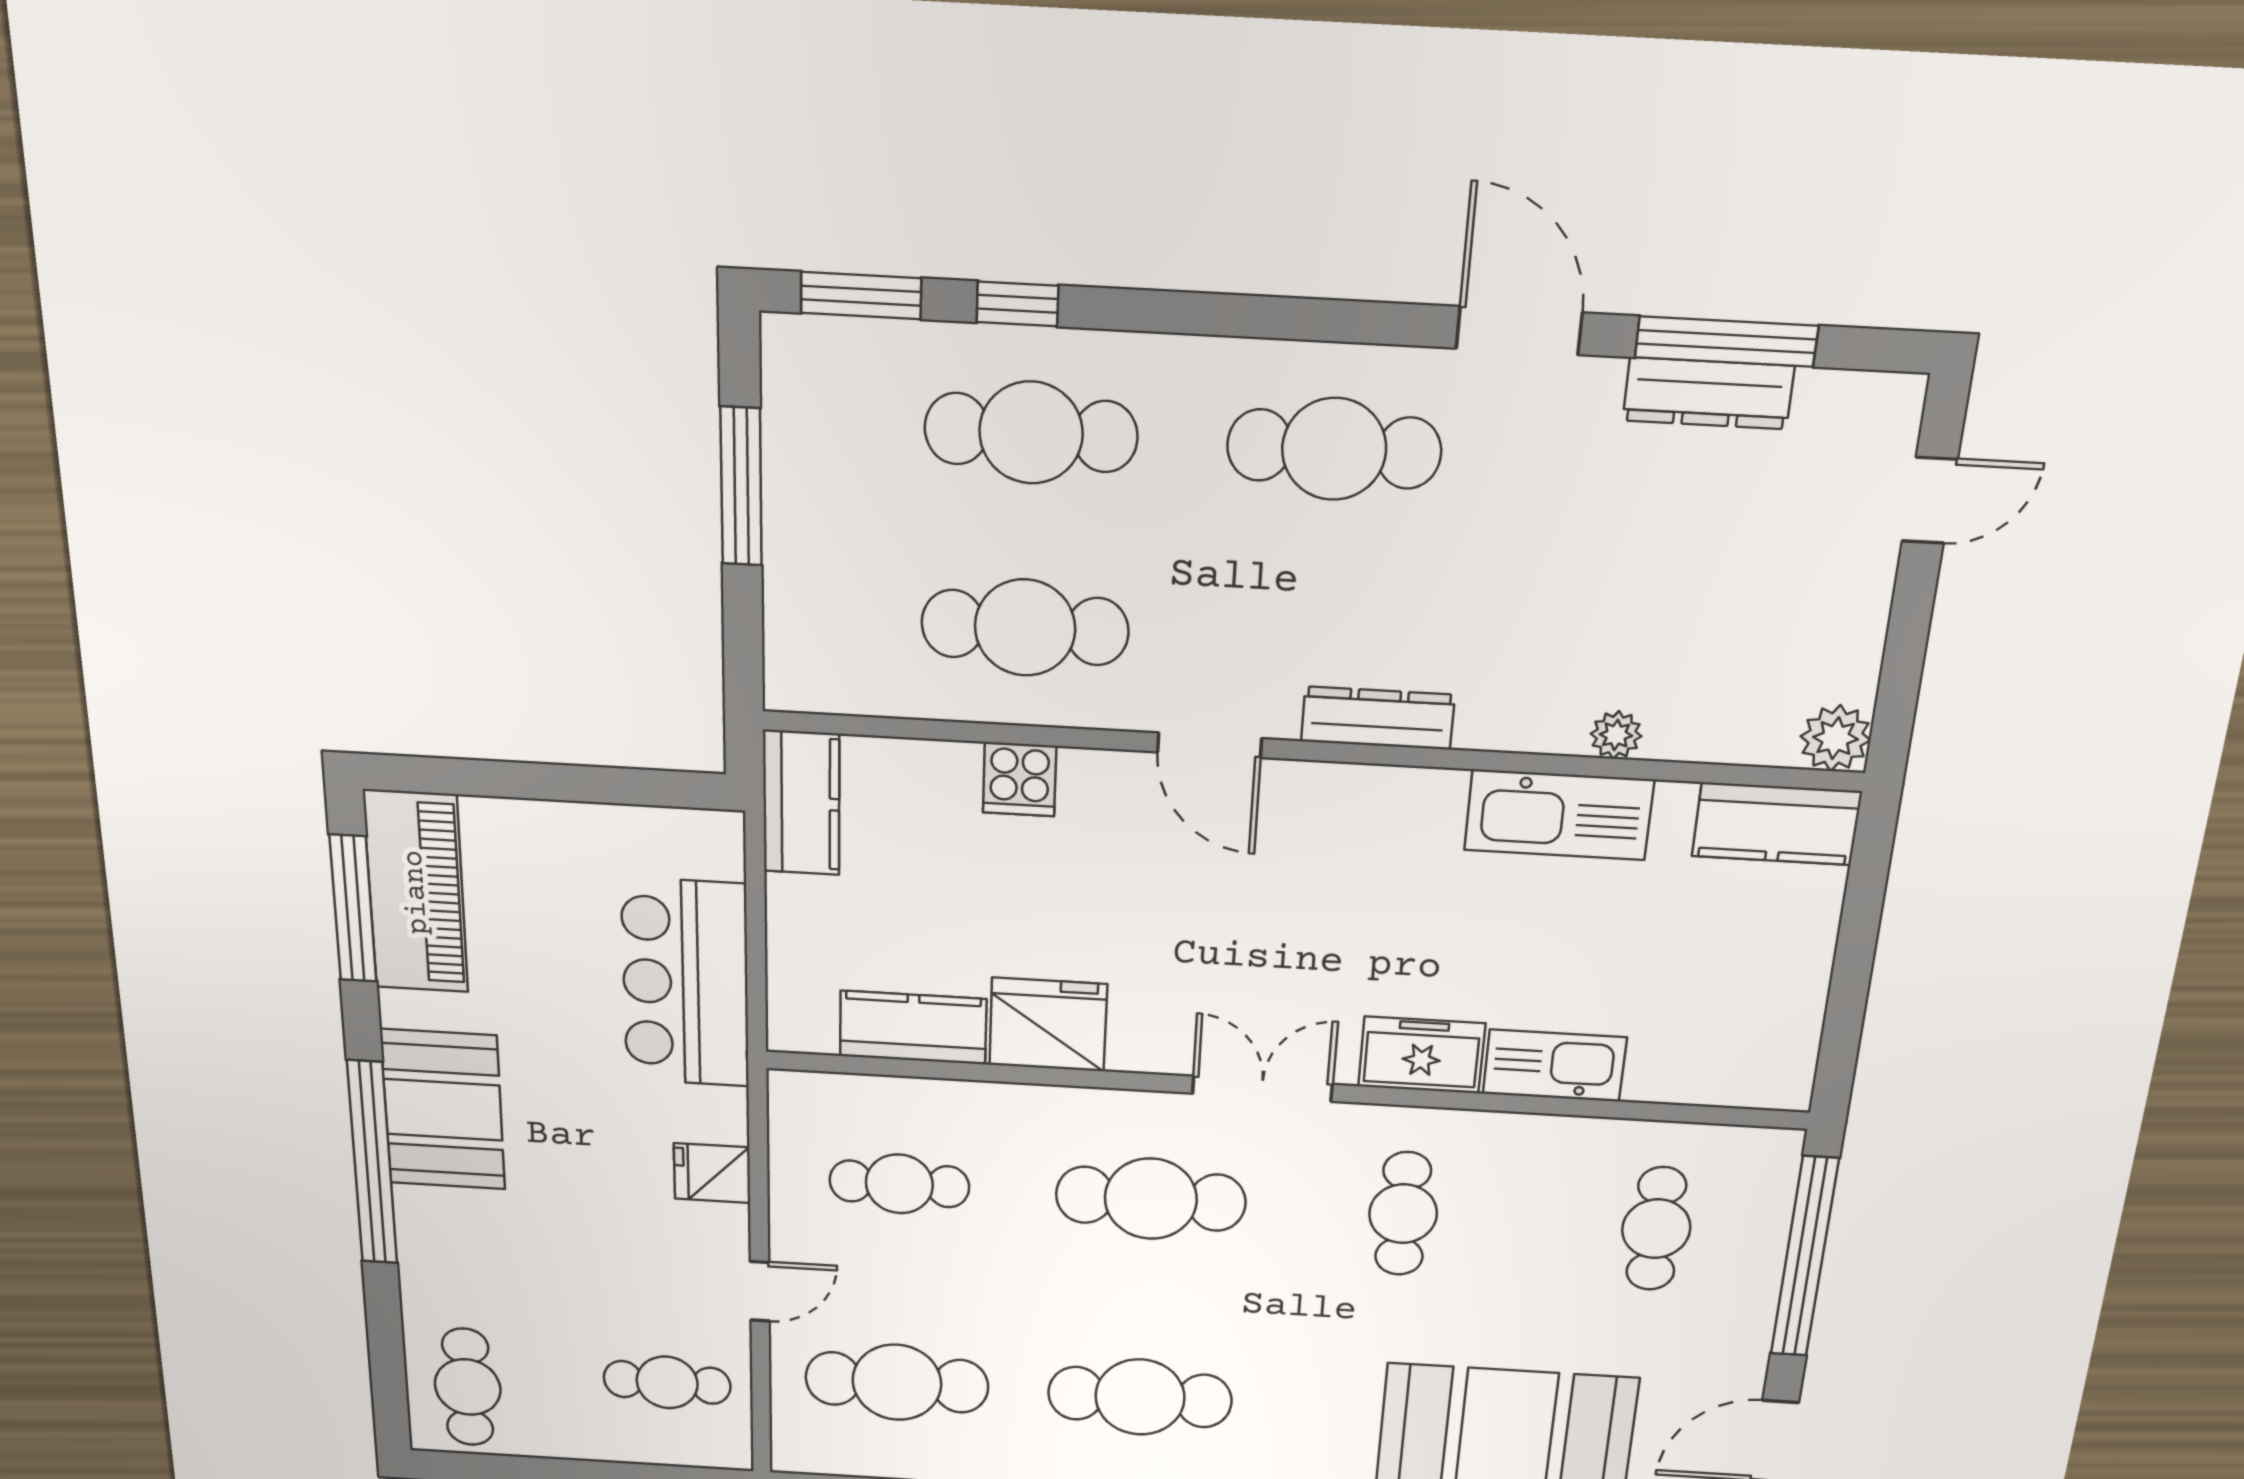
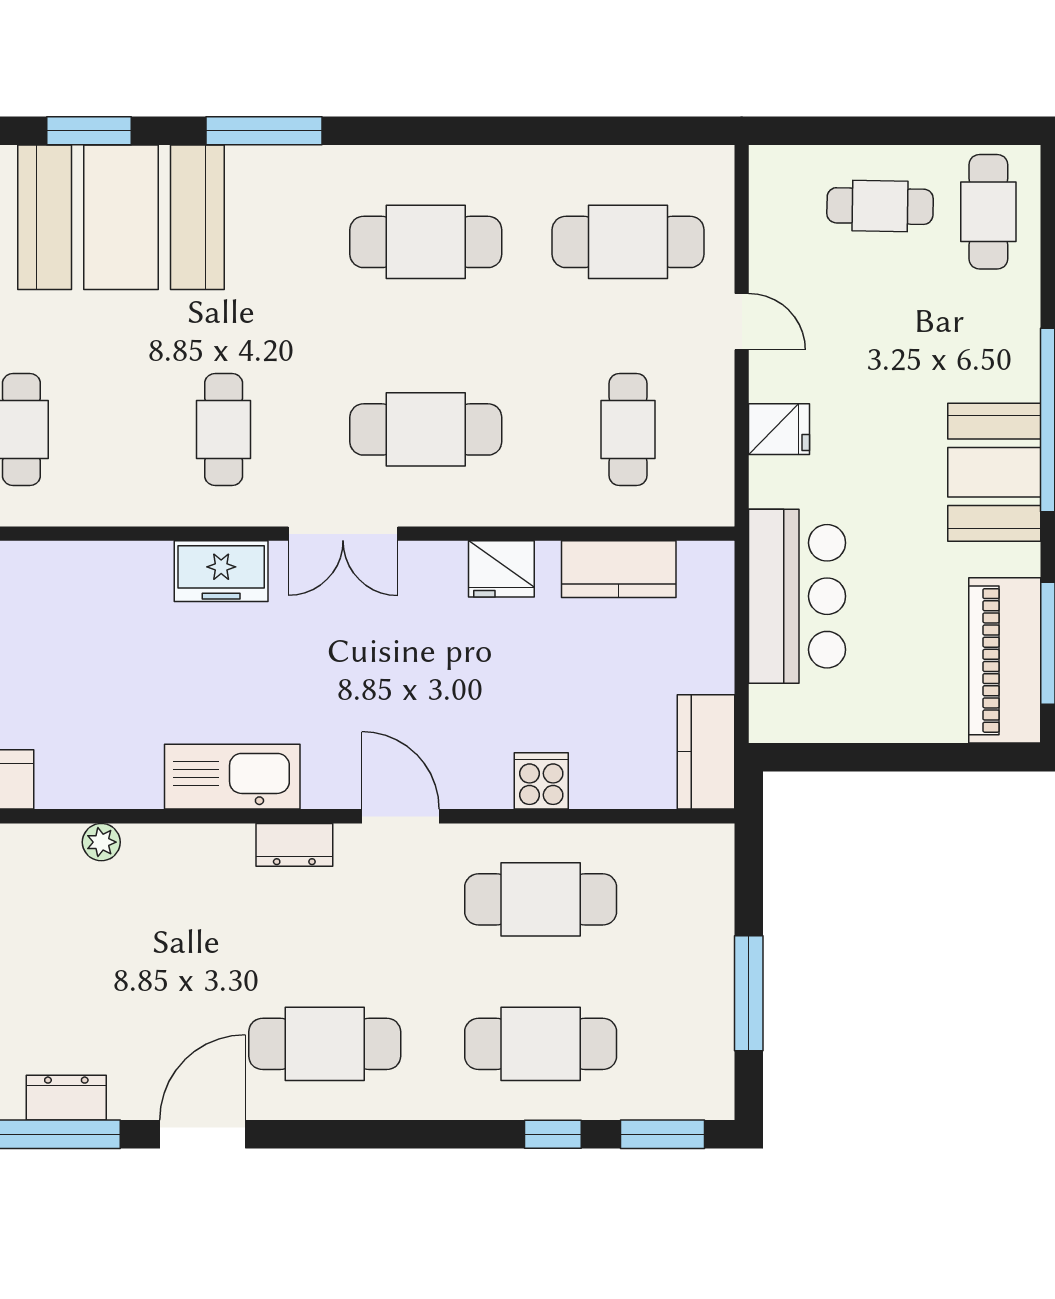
door: (1519, 331) -> (203, 1134), swing flipped
dresser: (1708, 393) -> (66, 1098), width x0.70
dresser: (1378, 718) -> (294, 845), width x0.70
kitchen sink: (1559, 815) -> (232, 777), moved
fridge: (1048, 1025) -> (501, 569), width x0.73, depth x0.75
kitchen sink: (1555, 1065) -> (117, 569), removed
cafe table: (899, 1184) -> (628, 429), turned 90
door: (760, 1291) -> (742, 322), swing flipped
cafe table: (667, 1382) -> (880, 206), moved

